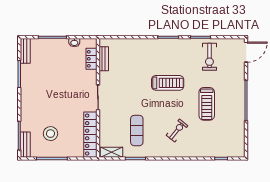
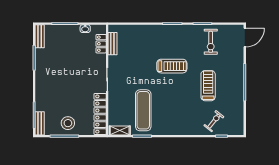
treadmill: (207, 104) -> (208, 86), turned 180
exercise bike: (177, 130) -> (214, 121), moved
exercise mat: (137, 131) -> (143, 110), width x1.36, depth x1.45
stool: (50, 134) -> (68, 123), moved

